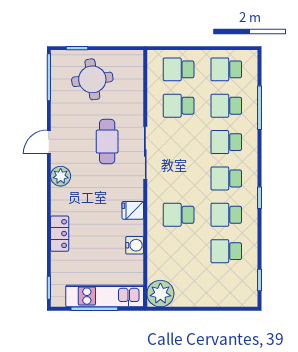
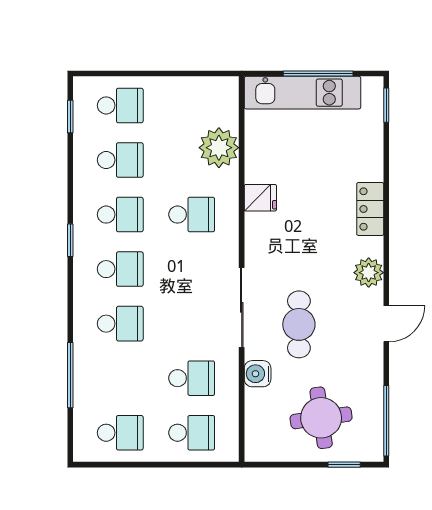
school desk: (226, 106) -> (120, 105), moved
fridge: (133, 210) -> (260, 198), moved
locker: (60, 234) -> (370, 209), moved
water cooler: (135, 245) -> (258, 374), moved
plant: (160, 294) -> (219, 148), moved

